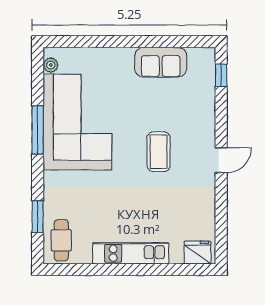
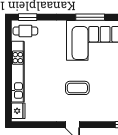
window: (38, 217) -> (28, 17), moved
kitchen unit: (131, 253) -> (18, 72), width x1.36

